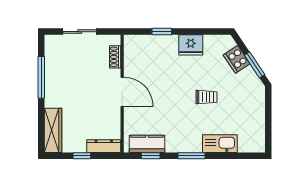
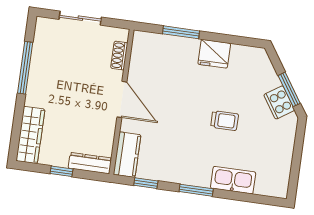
window: (162, 32) -> (181, 32), width x1.50
cooker: (237, 59) -> (279, 102), moved
kitchen counter: (147, 144) -> (127, 155), moved, turned 90

